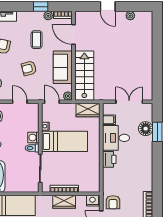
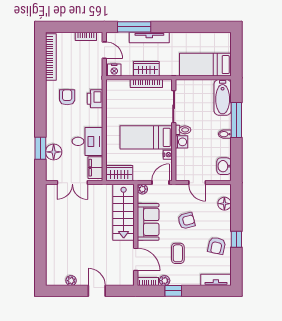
door: (52, 102) -> (160, 183), swing flipped
filing cabinet: (109, 120) -> (95, 168), width x2.00
printer: (109, 159) -> (95, 99), moved
armchair: (113, 202) -> (67, 97), moved

